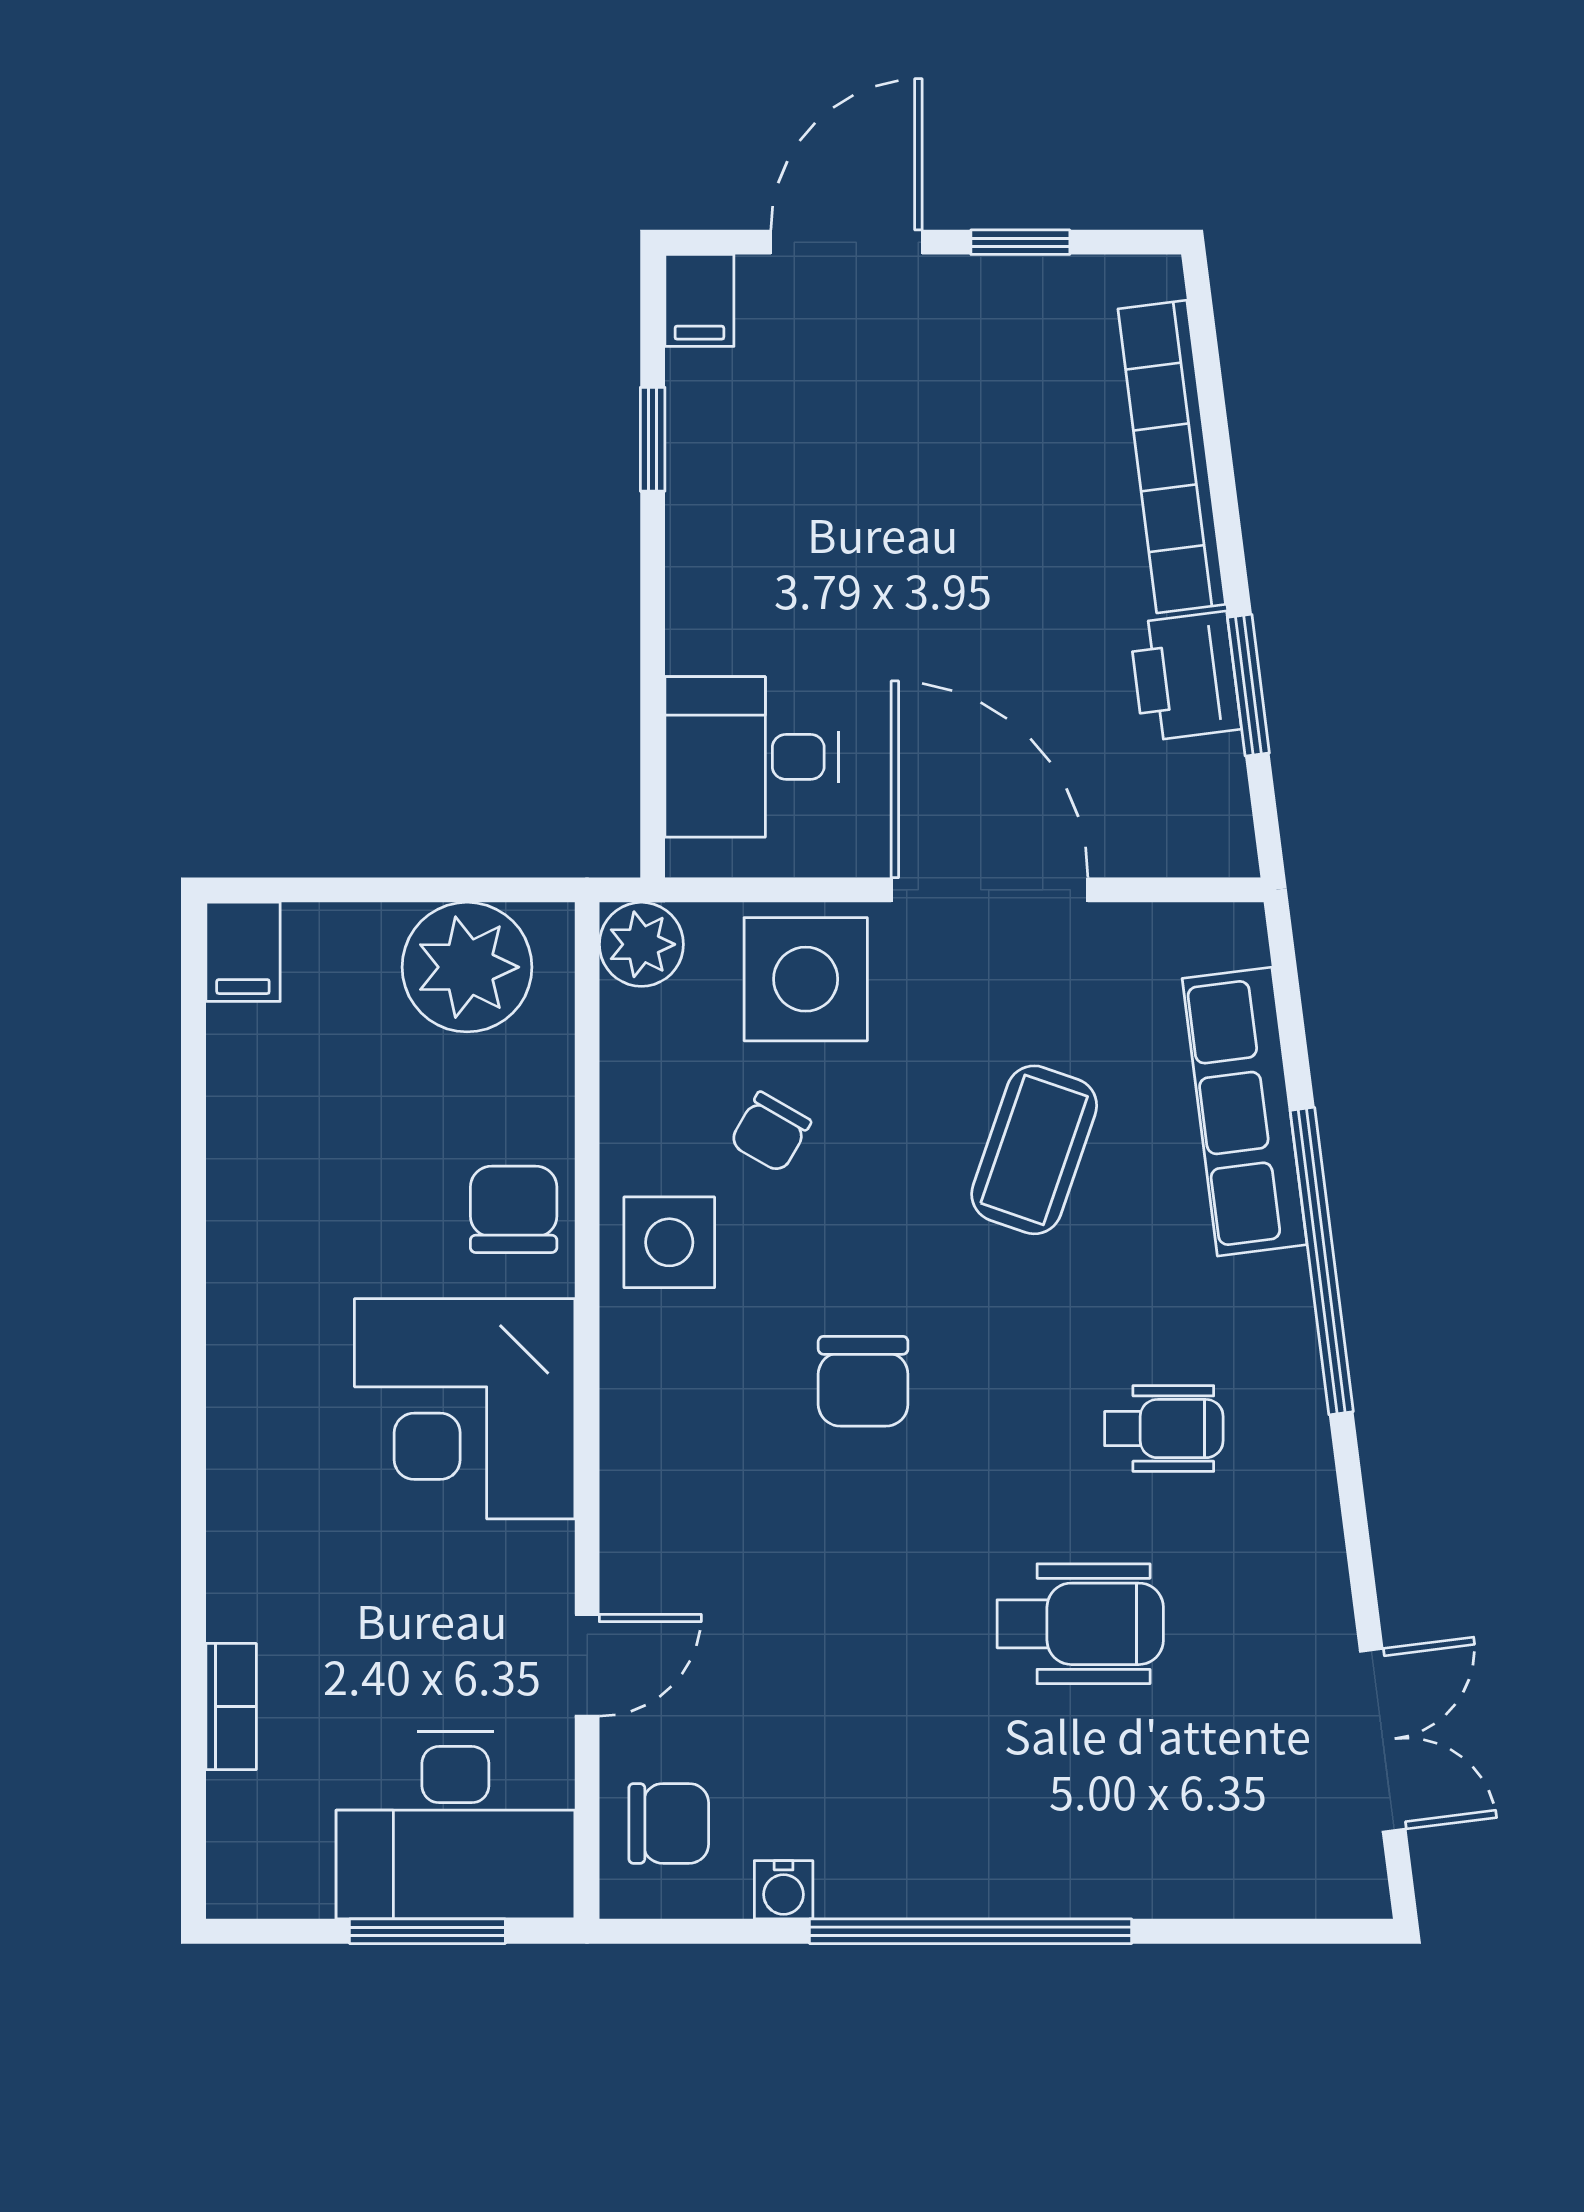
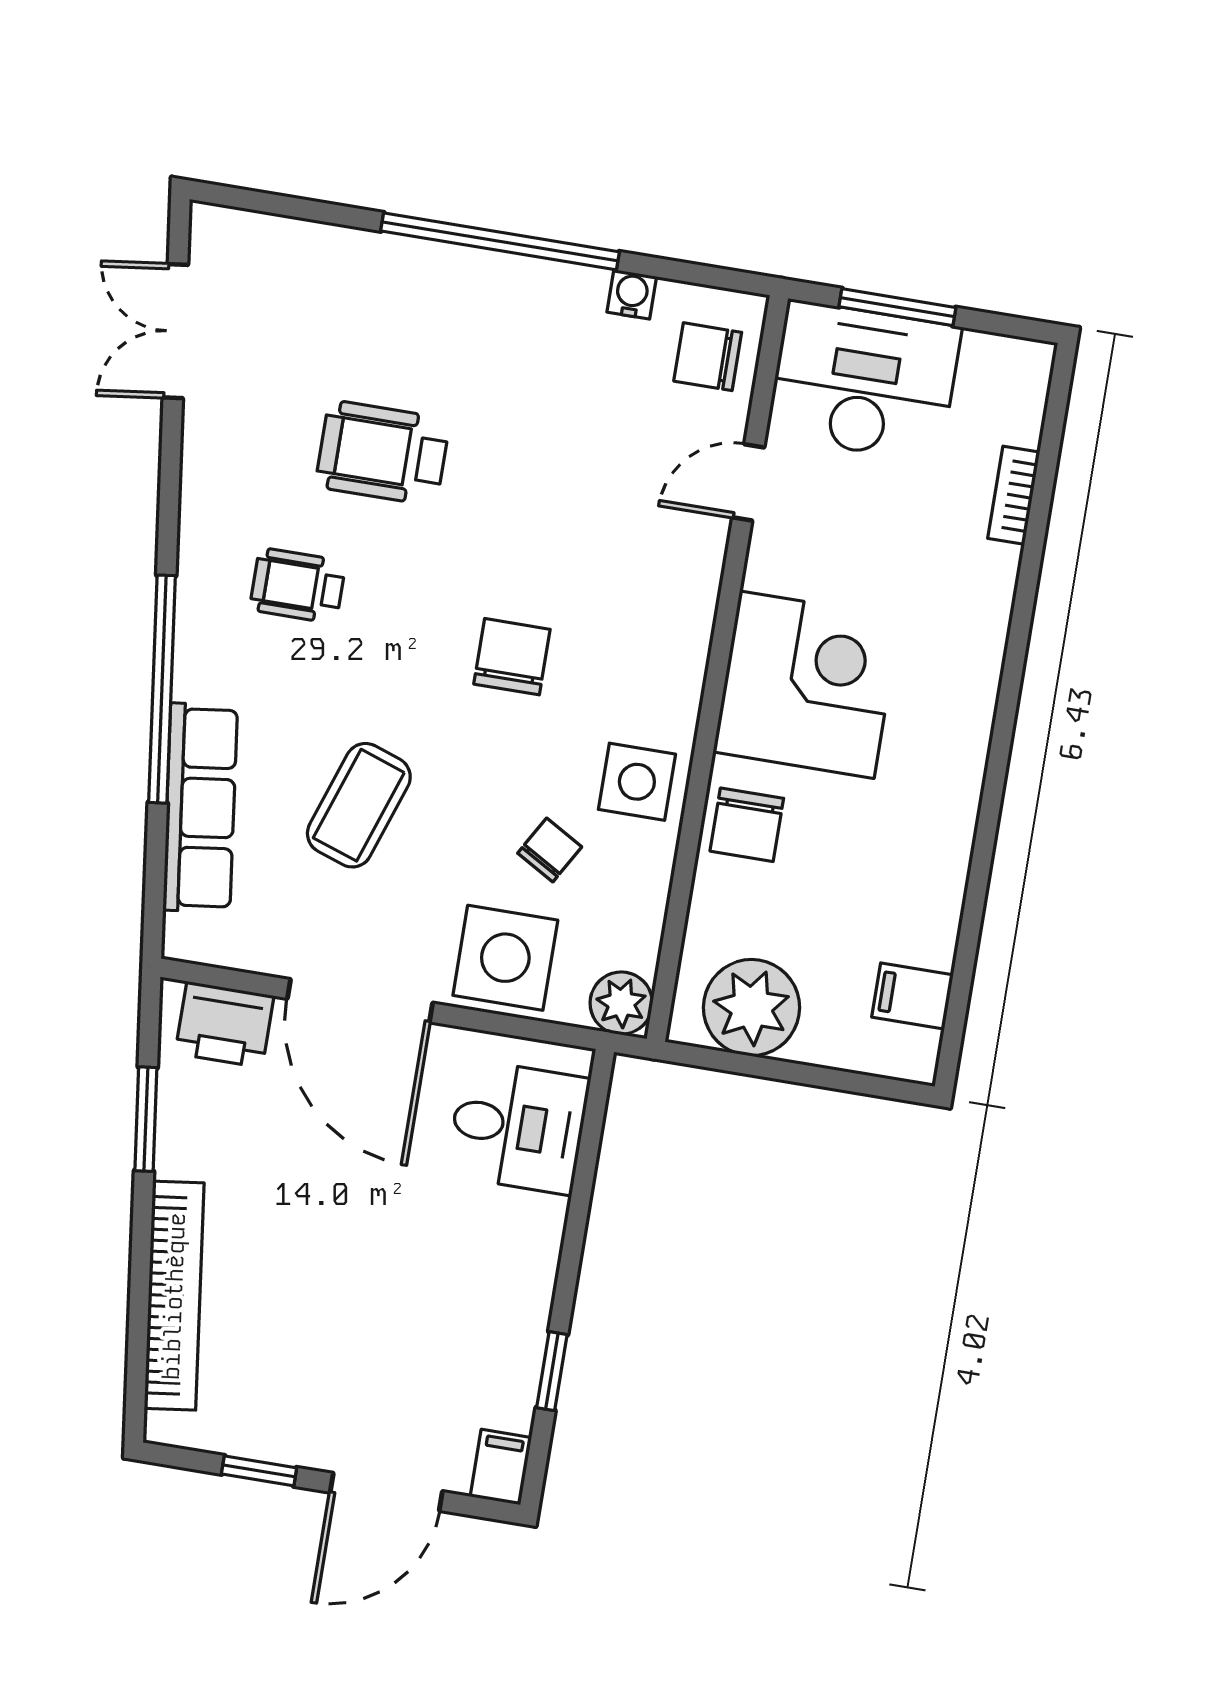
printer: (1185, 676) -> (224, 1025), moved, turned 97
filing cabinet: (243, 952) -> (913, 996), moved, turned -90

